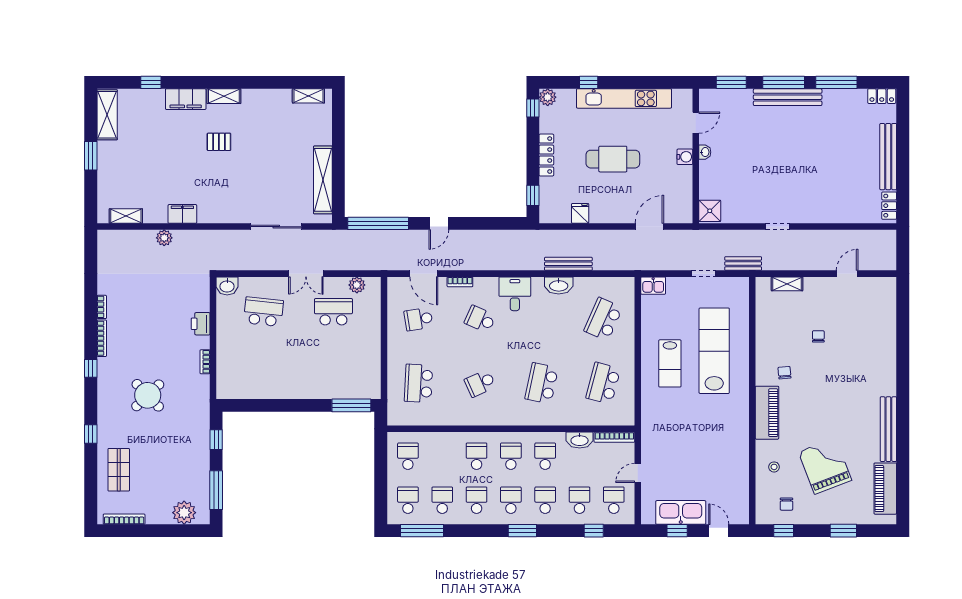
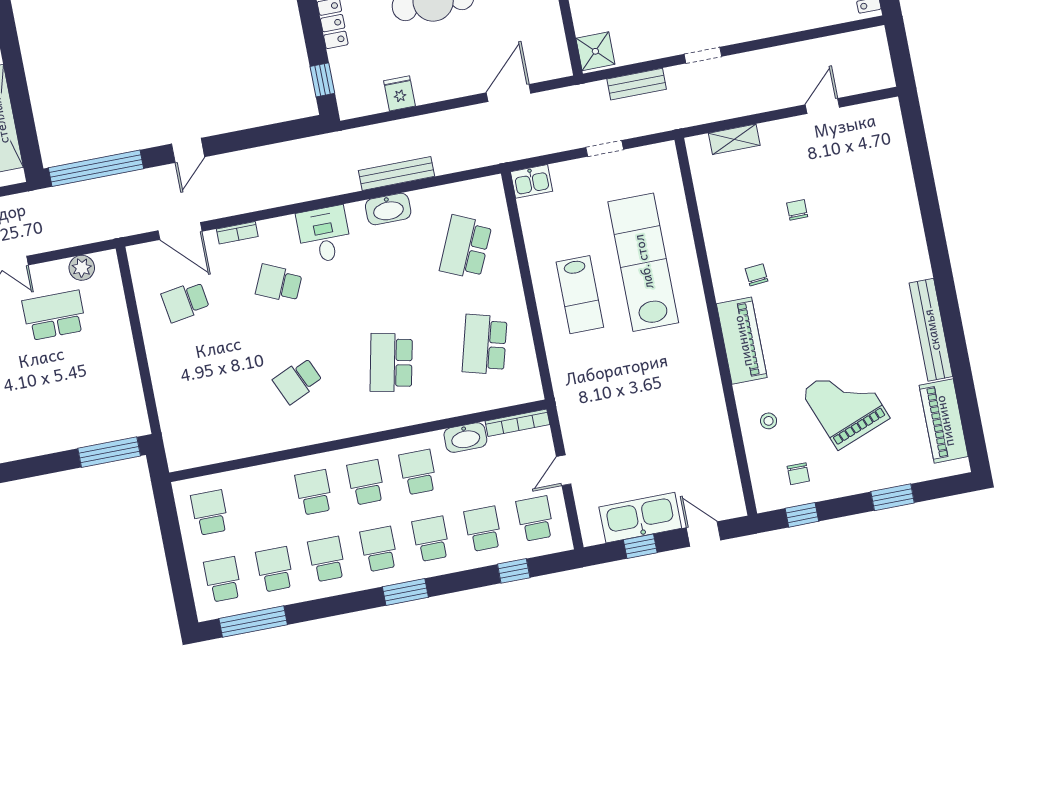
bench: (743, 264) -> (637, 84), moved
school desk: (419, 383) -> (204, 399), removed

